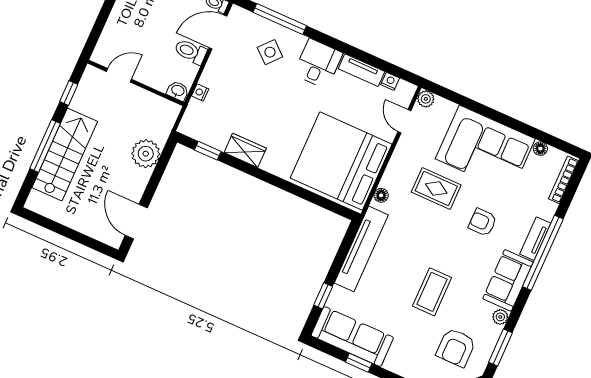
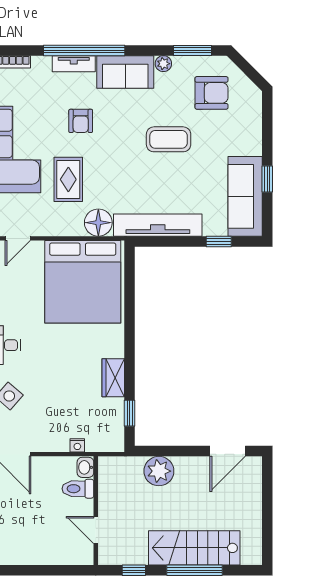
toilet: (191, 52) -> (78, 489), moved, turned 90
floor lamp: (381, 195) -> (98, 223), width x1.89, depth x1.89

